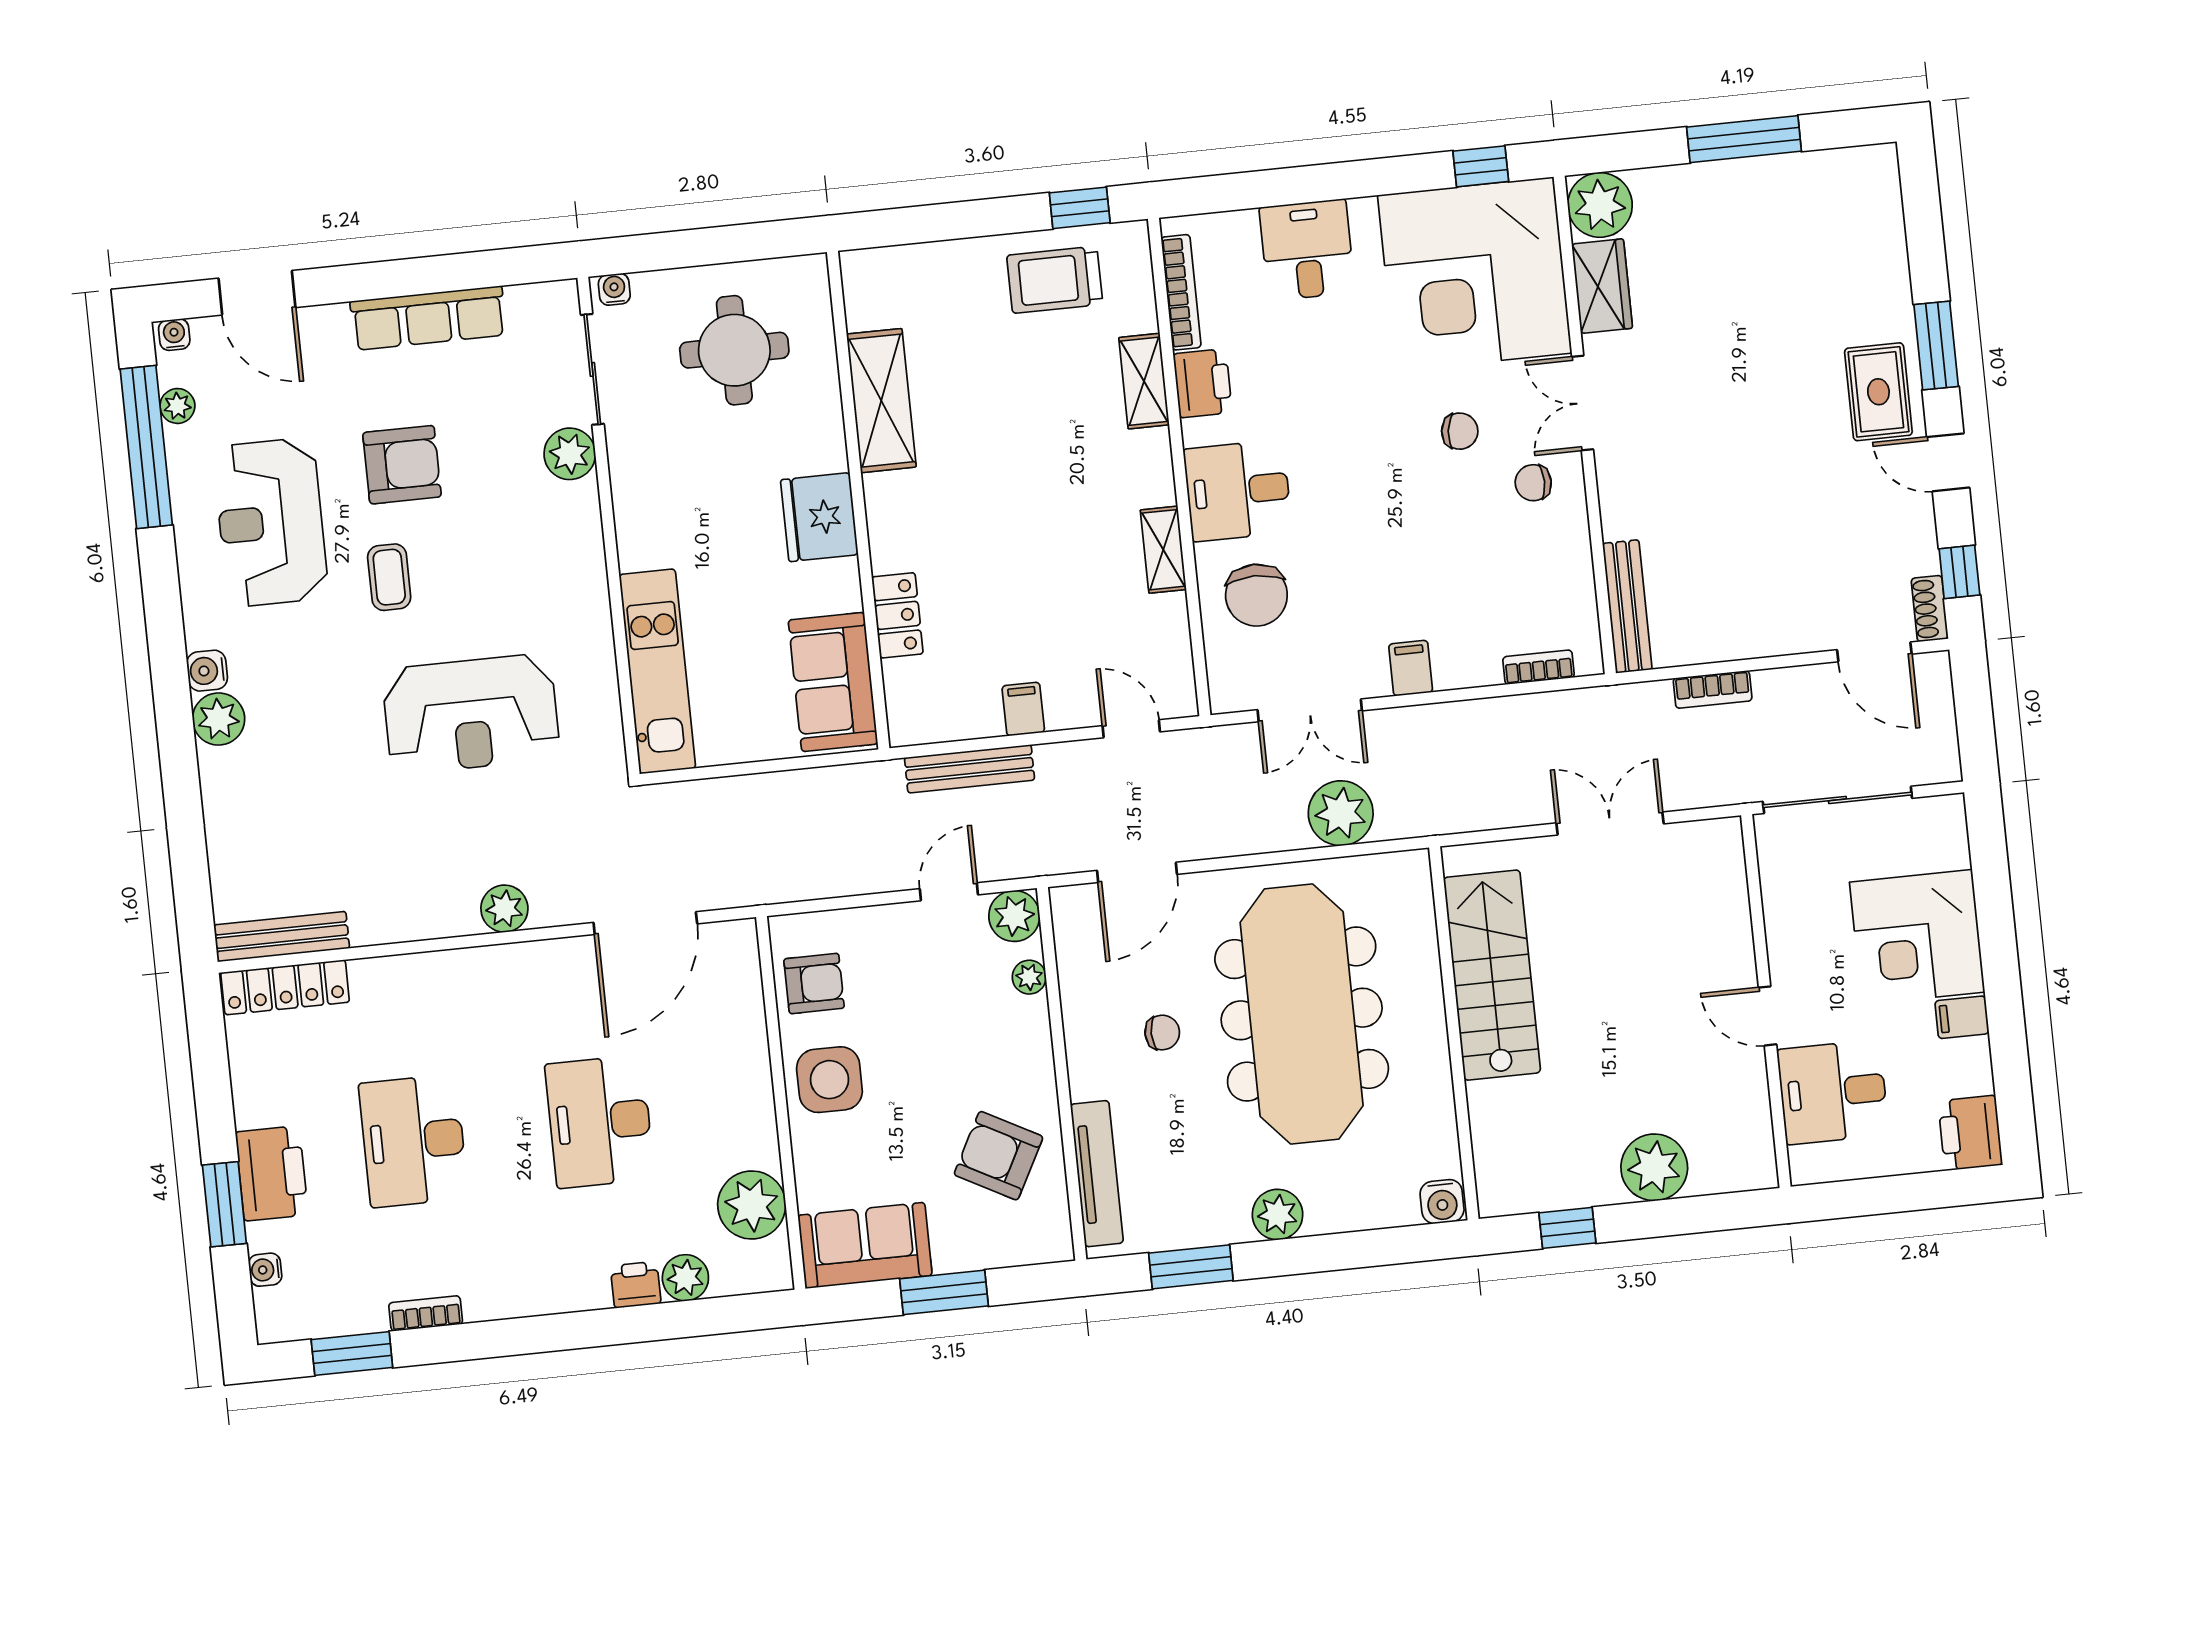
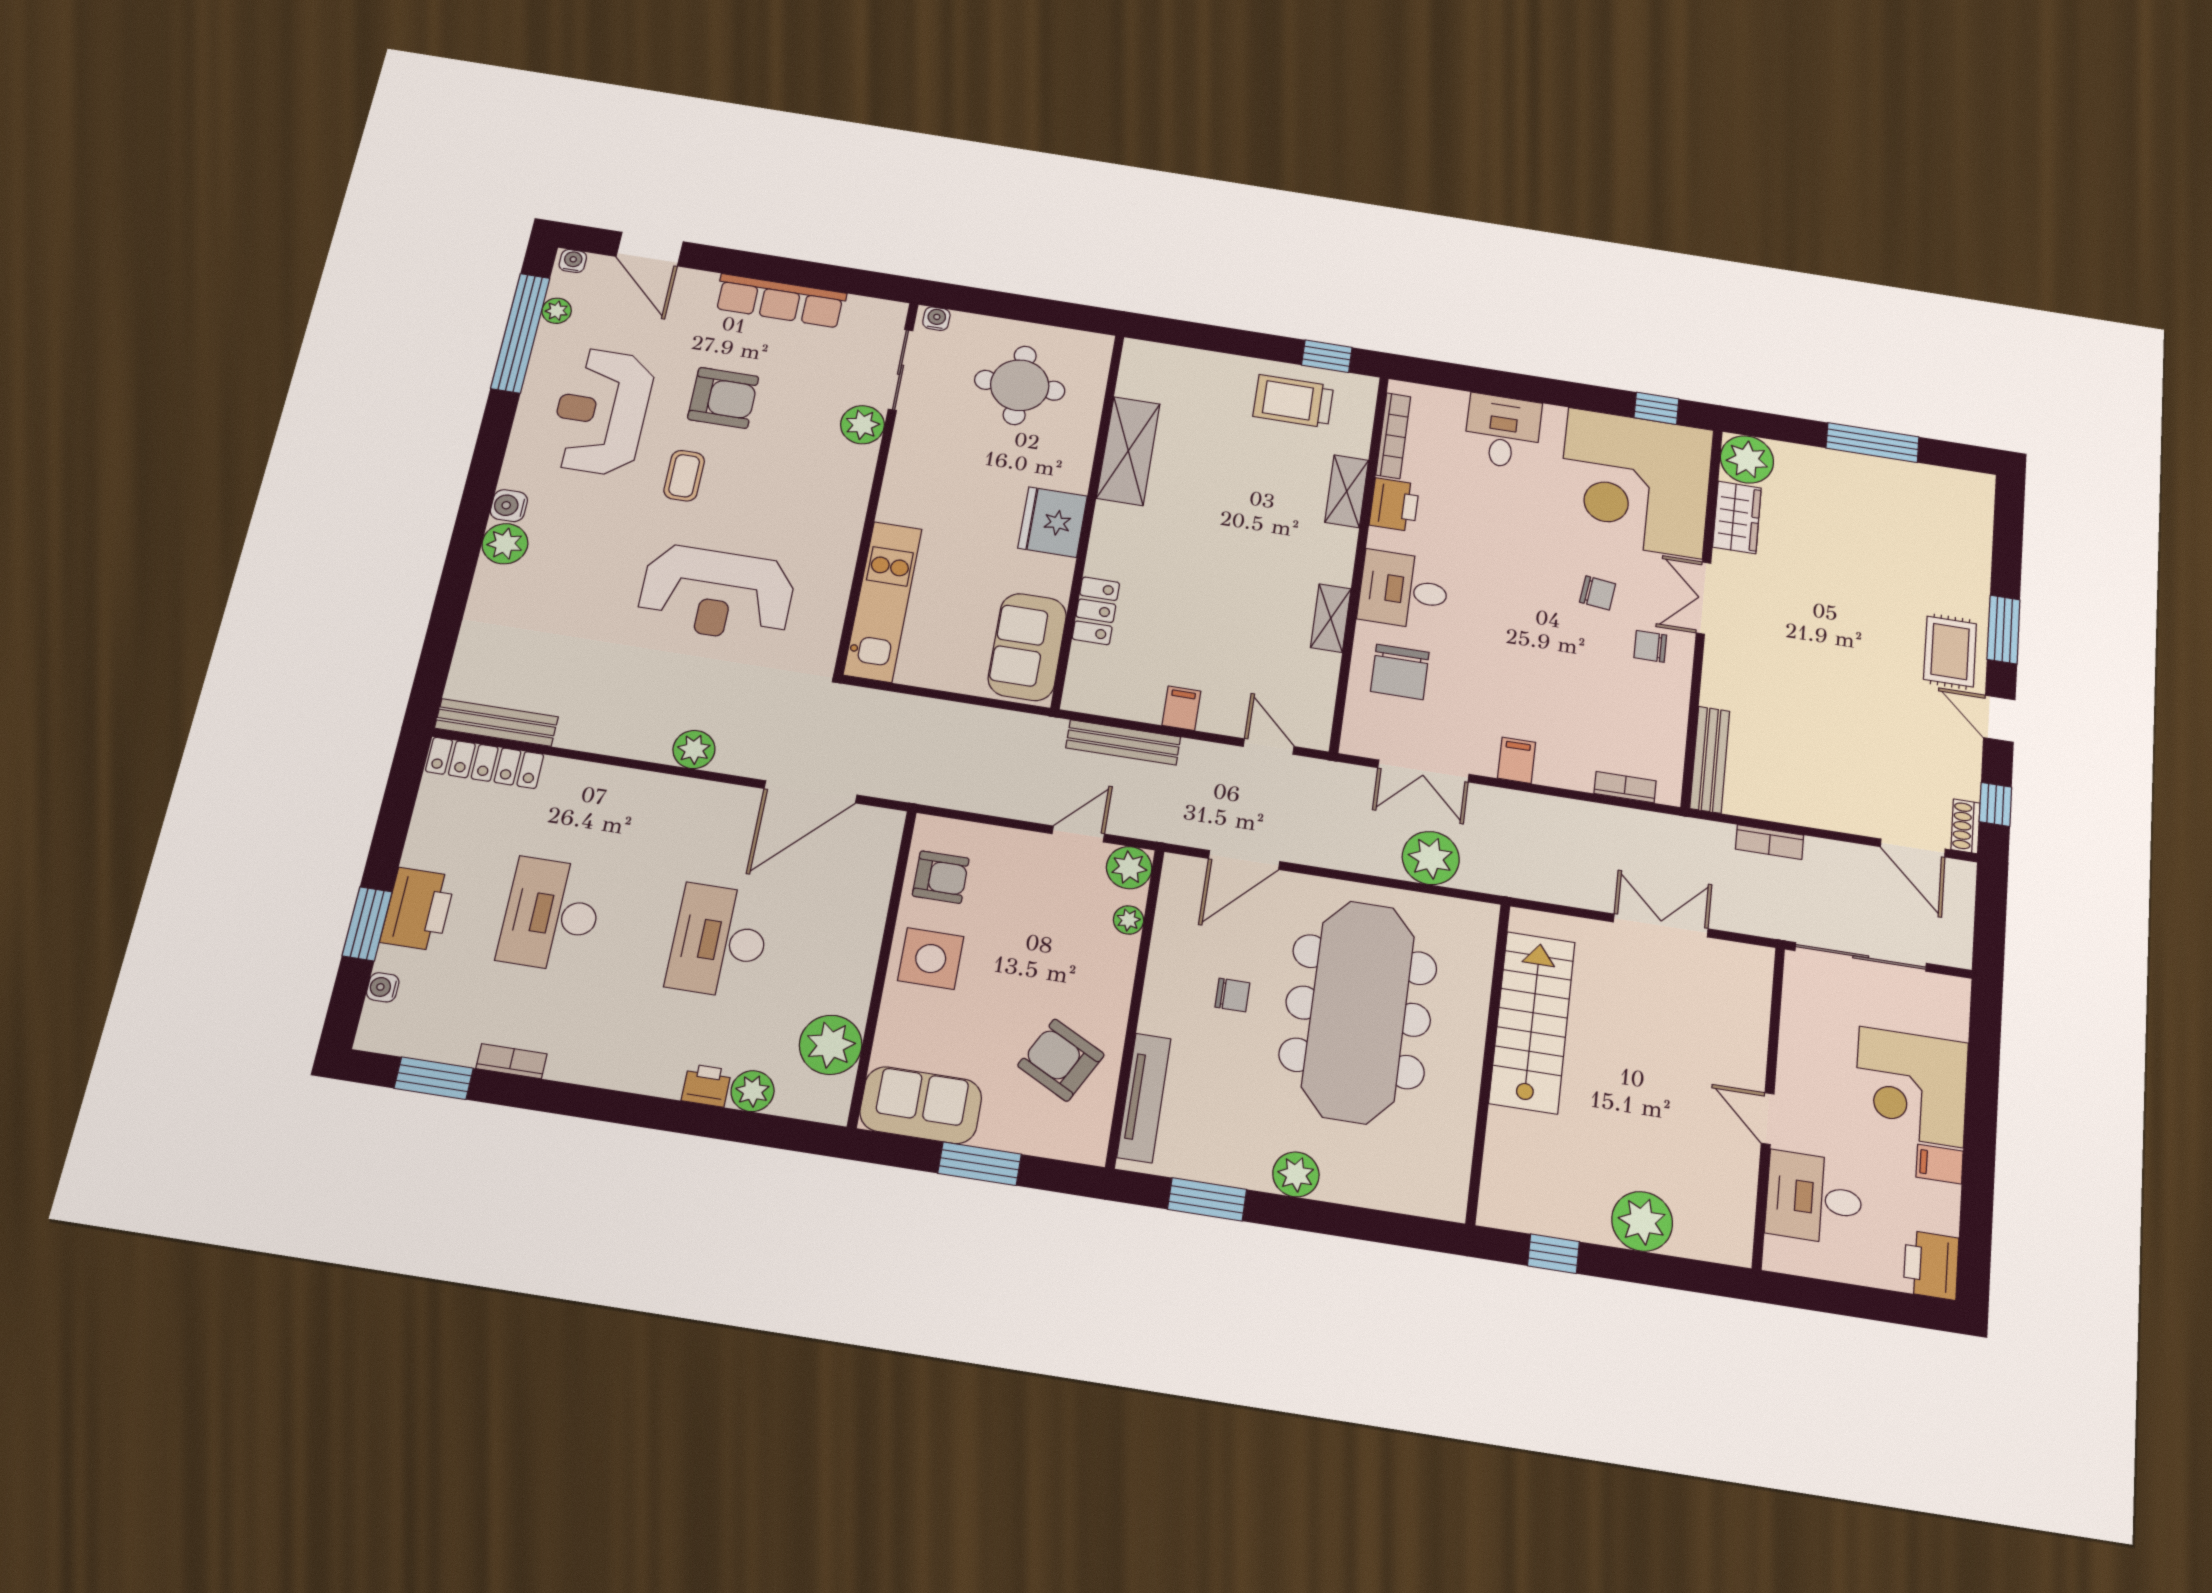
water cooler: (1442, 1202) -> (1446, 1202), removed

